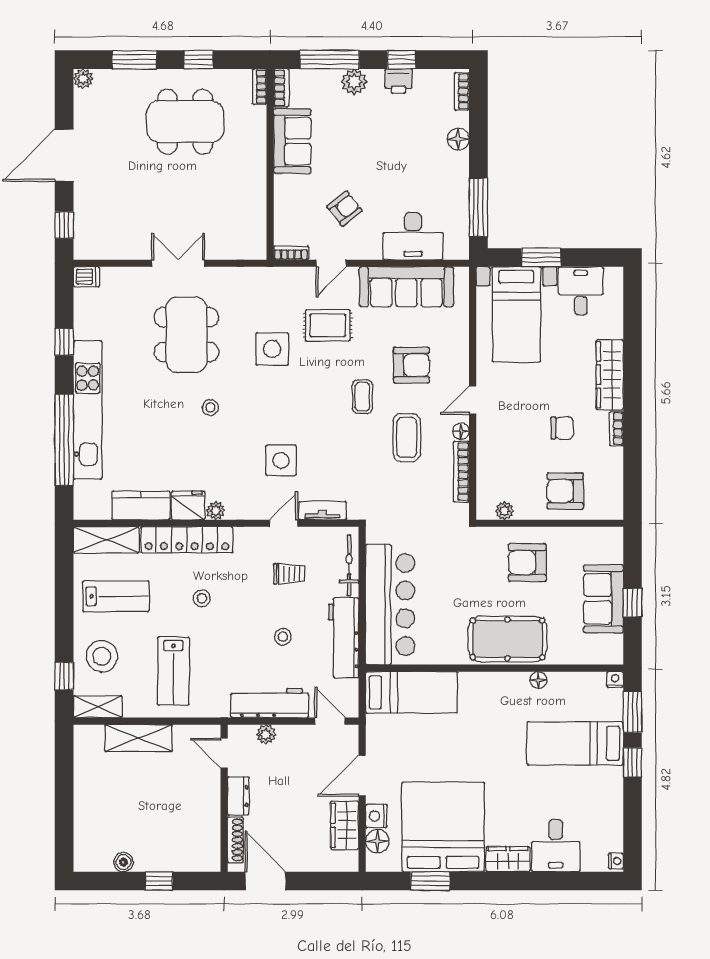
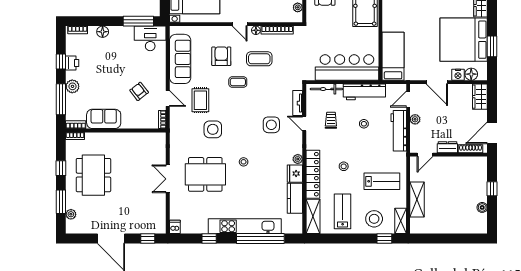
plant: (83, 79) -> (71, 214), moved
desk: (413, 236) -> (150, 38), moved, turned -90
plant: (266, 734) -> (415, 119), moved
wardrobe: (345, 825) -> (480, 97), moved, turned 90

